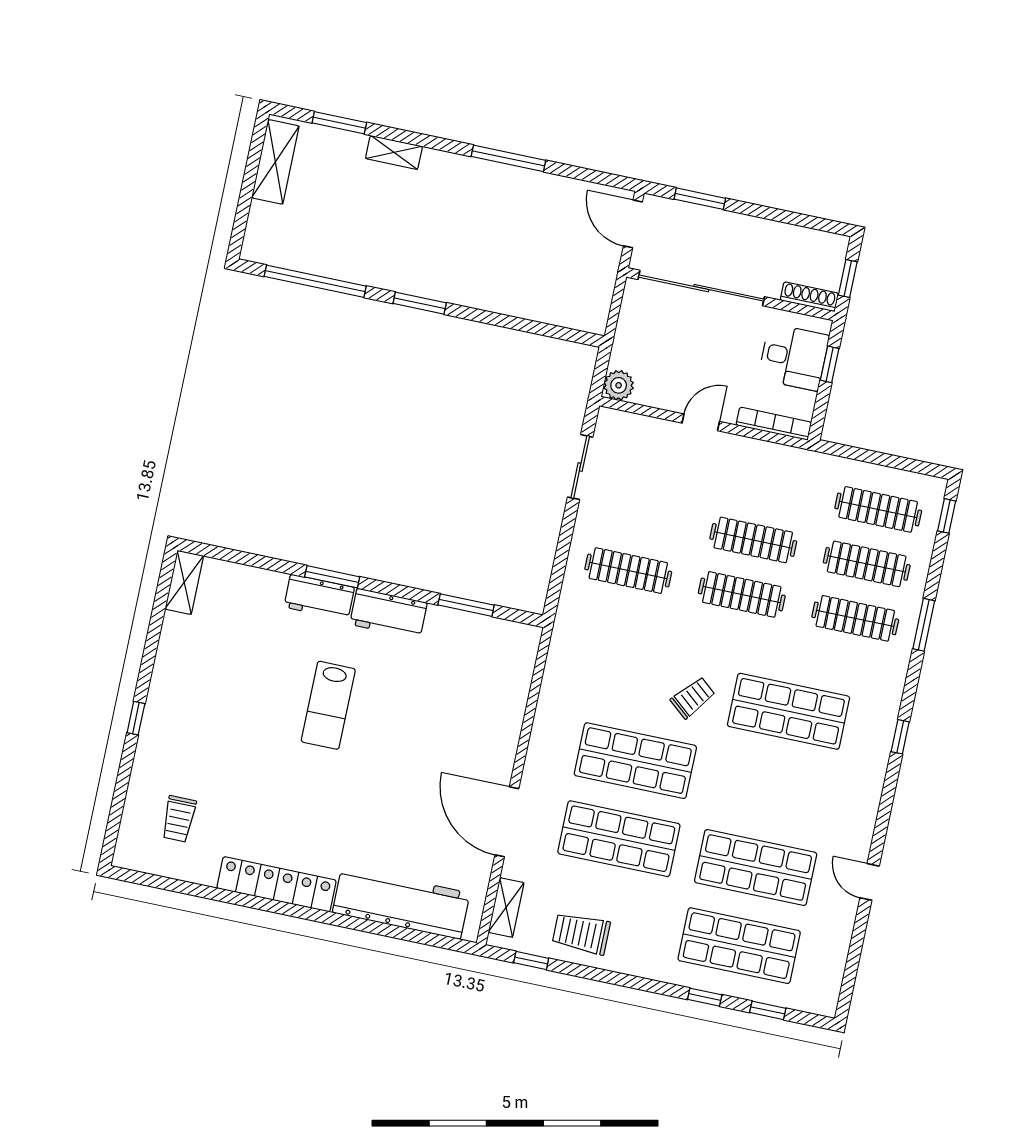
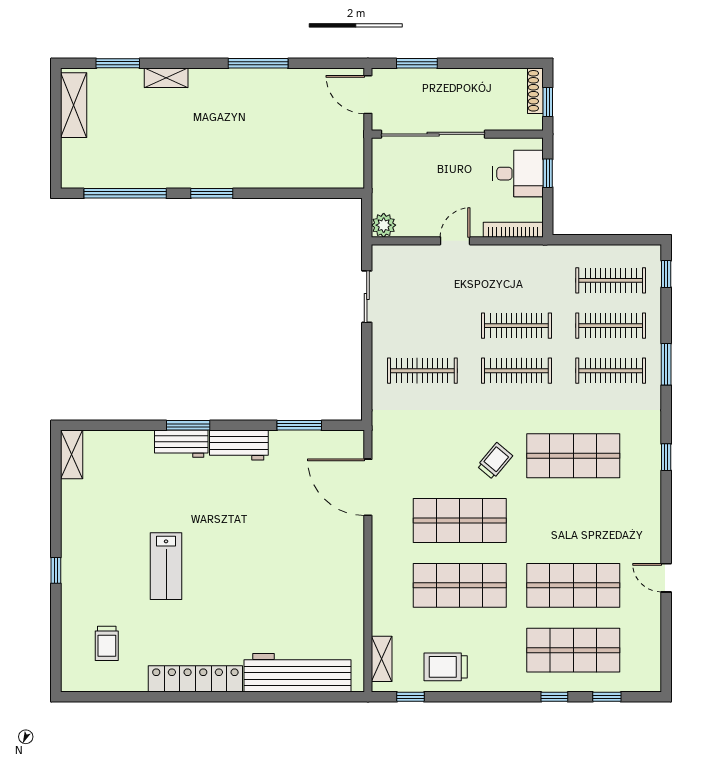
shoe rack: (809, 297) -> (535, 91), moved, turned -90
lab bench: (328, 705) -> (166, 566), moved
door: (507, 822) -> (368, 487), moved

